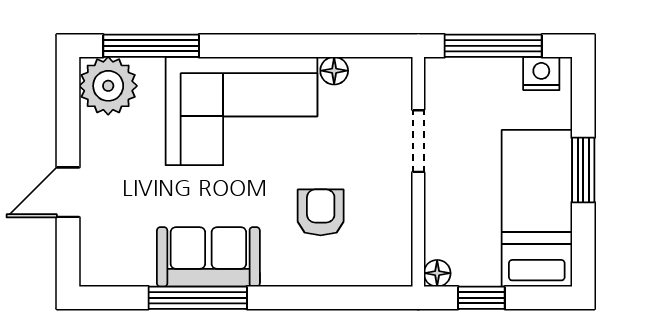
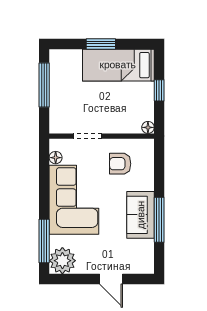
nightstand: (541, 74) -> (57, 63), removed
doorway: (418, 141) -> (88, 136), moved
wall: (418, 172) -> (102, 136), moved
floor lamp: (437, 273) -> (148, 127), moved

